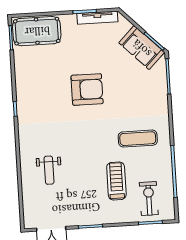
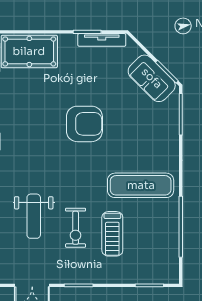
exercise mat: (138, 139) -> (141, 185), width x1.36, depth x1.45
weight bench: (49, 170) -> (34, 216), width x1.36, depth x1.33
treadmill: (116, 181) -> (112, 234), turned 180
exercise bike: (149, 198) -> (76, 228), moved, turned 180

